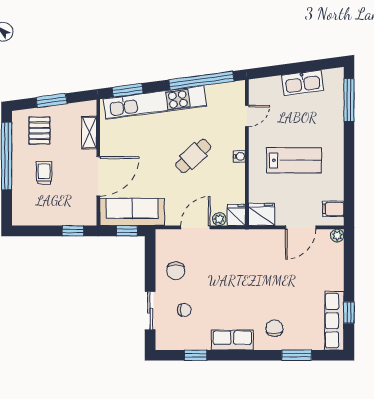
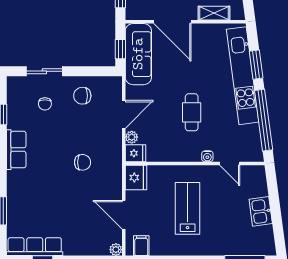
kitchen sink: (303, 83) -> (261, 211), width x0.73
window: (127, 90) -> (256, 65), moved
cafe table: (193, 156) -> (192, 112), turned 43
water cooler: (239, 156) -> (207, 156), moved
lab bench: (294, 160) -> (188, 208), turned 180
door: (195, 227) -> (124, 114), hinge flipped
chair: (274, 328) -> (83, 162), moved

